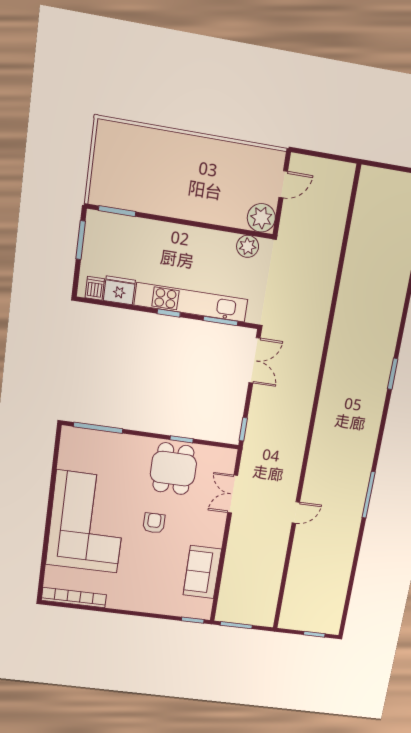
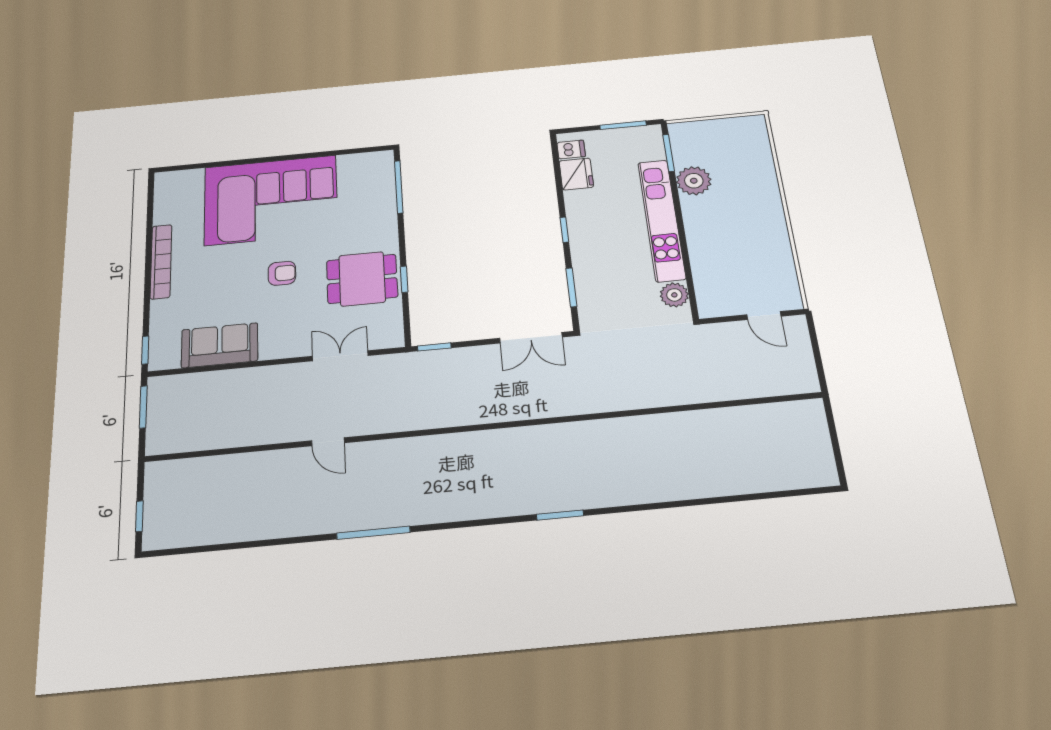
plant: (261, 218) -> (694, 181), moved
kitchen unit: (191, 302) -> (662, 220), moved, turned 180
bookcase: (74, 598) -> (161, 262), moved

